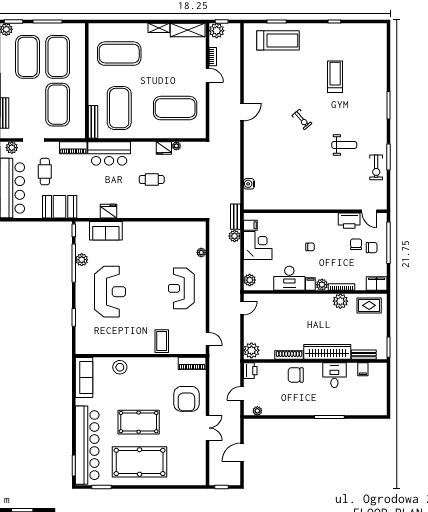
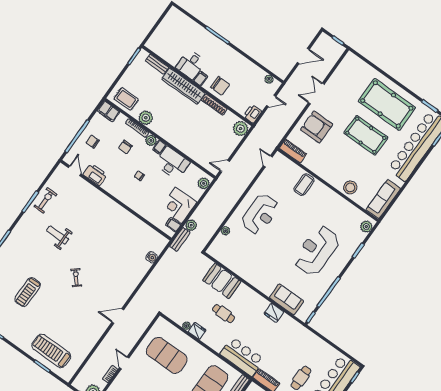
booth: (60, 207) -> (222, 281), moved
chair: (356, 244) -> (125, 147), moved
plant: (82, 260) -> (366, 227), moved
filing cabinet: (363, 369) -> (201, 79), moved
armchair: (186, 399) -> (317, 127), turned -90

